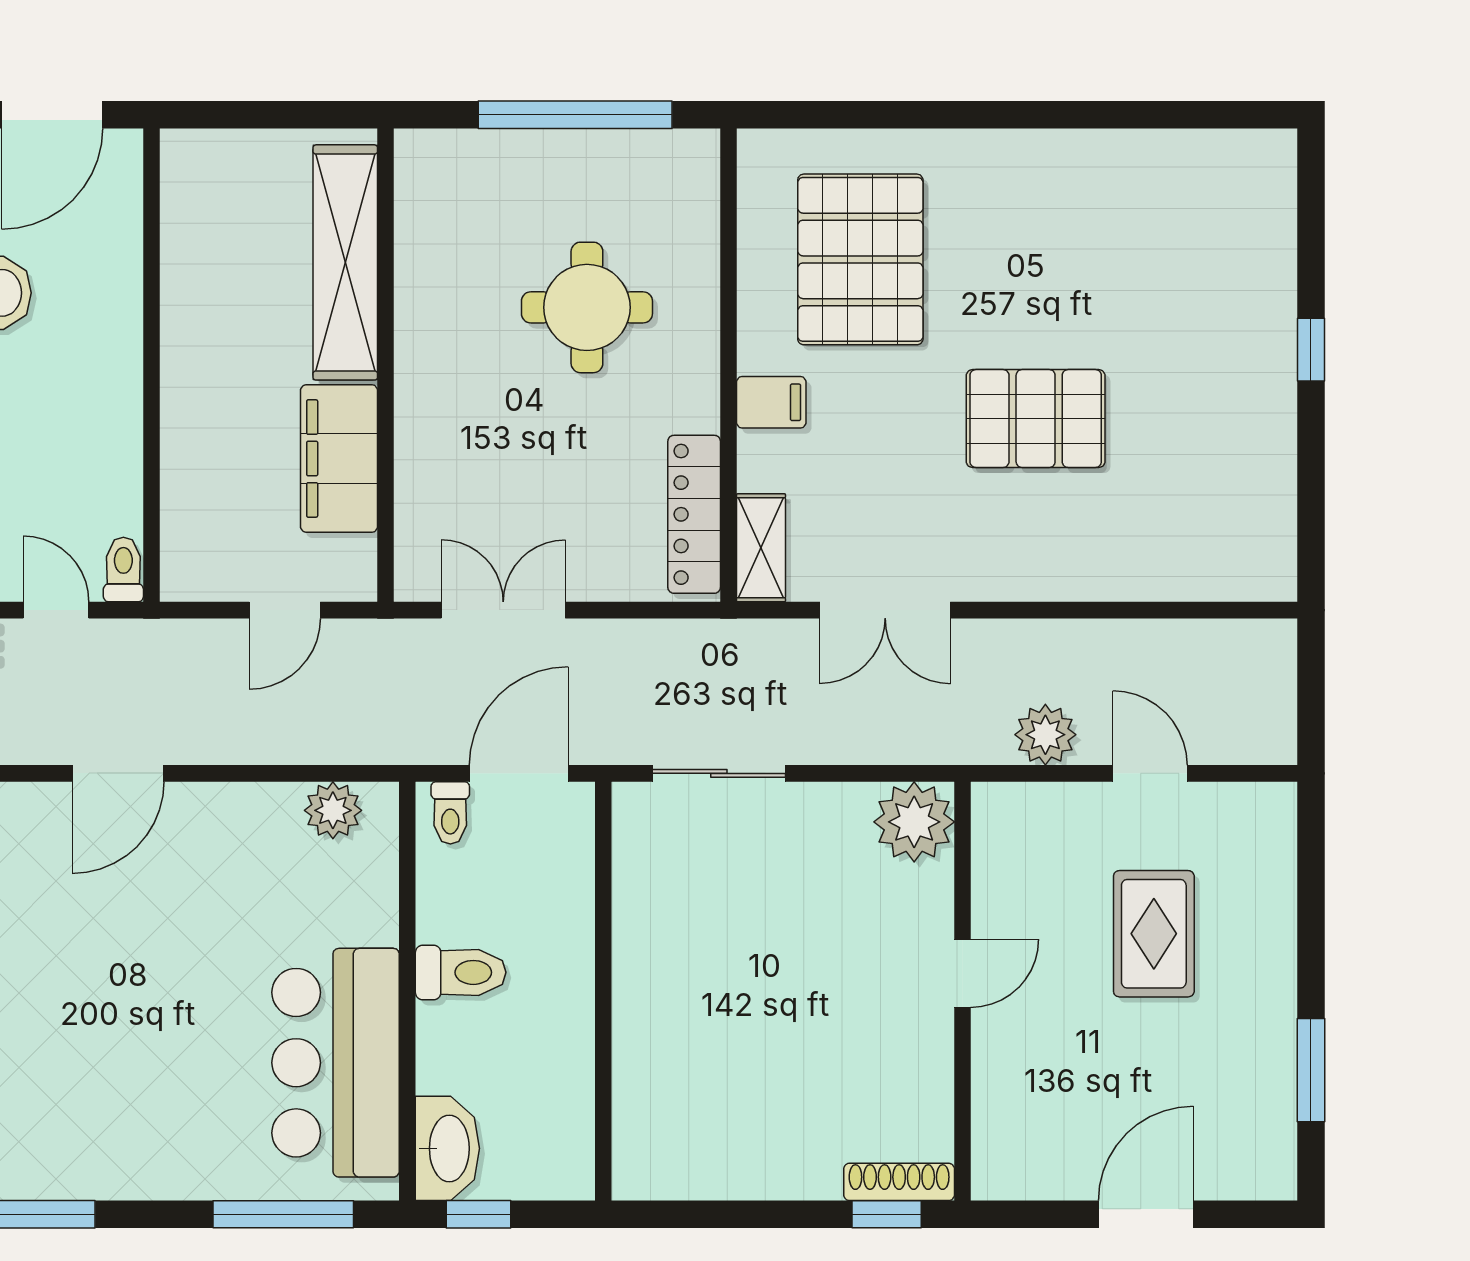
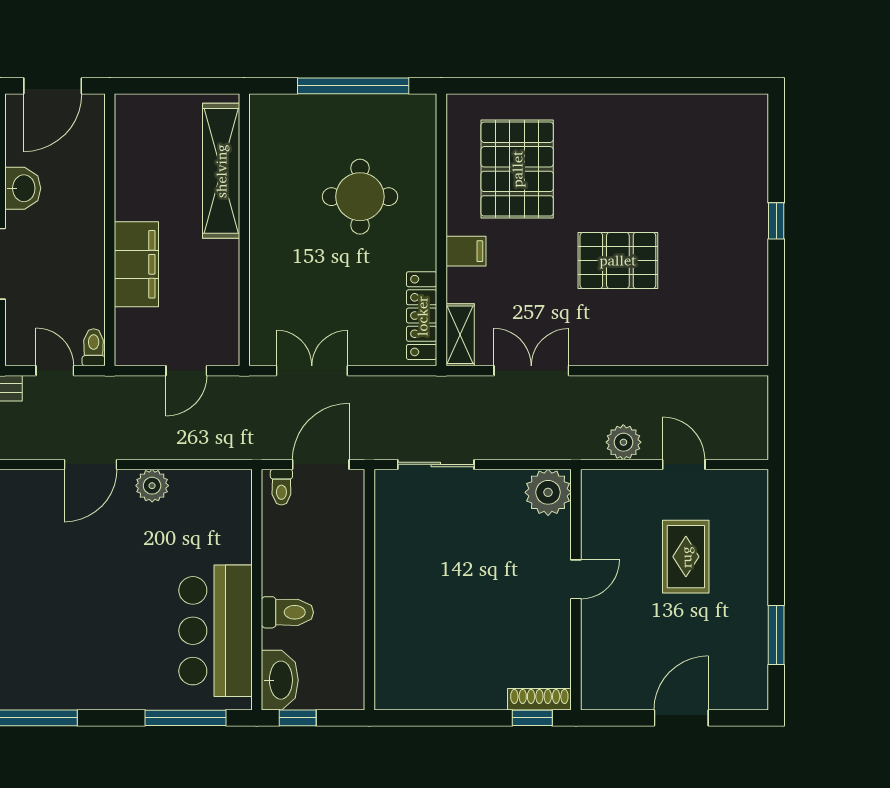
filing cabinet: (339, 458) -> (136, 264), moved, turned 180
double door: (885, 610) -> (531, 371), swing flipped
plant: (333, 810) -> (152, 486), moved
toilet: (461, 972) -> (287, 612), moved

